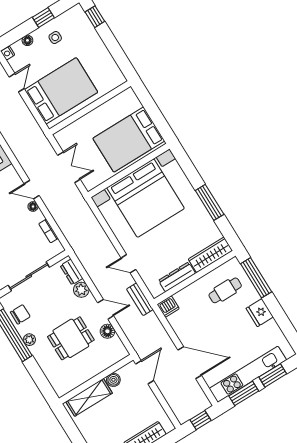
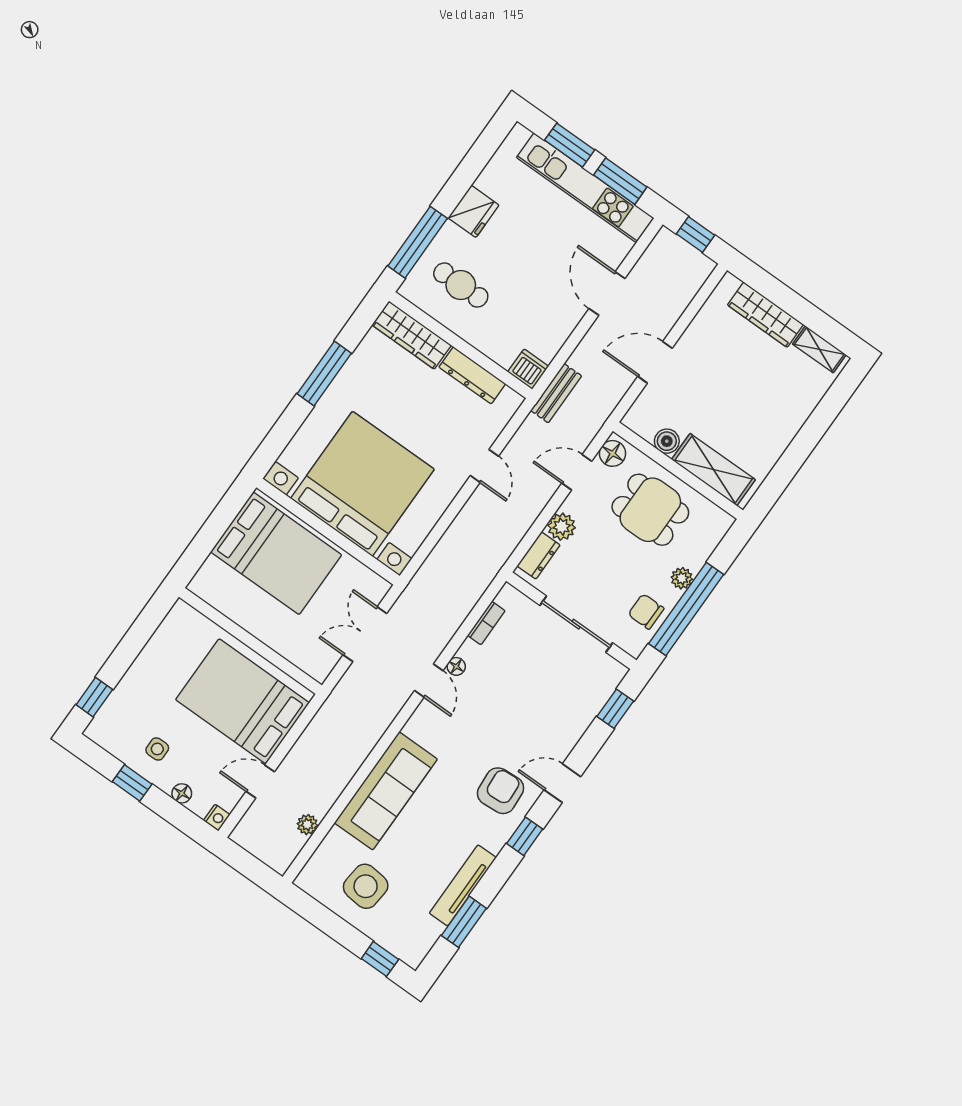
bench: (140, 299) -> (556, 393), moved
door: (106, 309) -> (577, 472), hinge flipped
door: (190, 363) -> (607, 294), width x0.73
wall: (96, 379) -> (678, 471), moved
boiler: (113, 380) -> (667, 441), moved
shelving: (89, 397) -> (713, 470), moved

